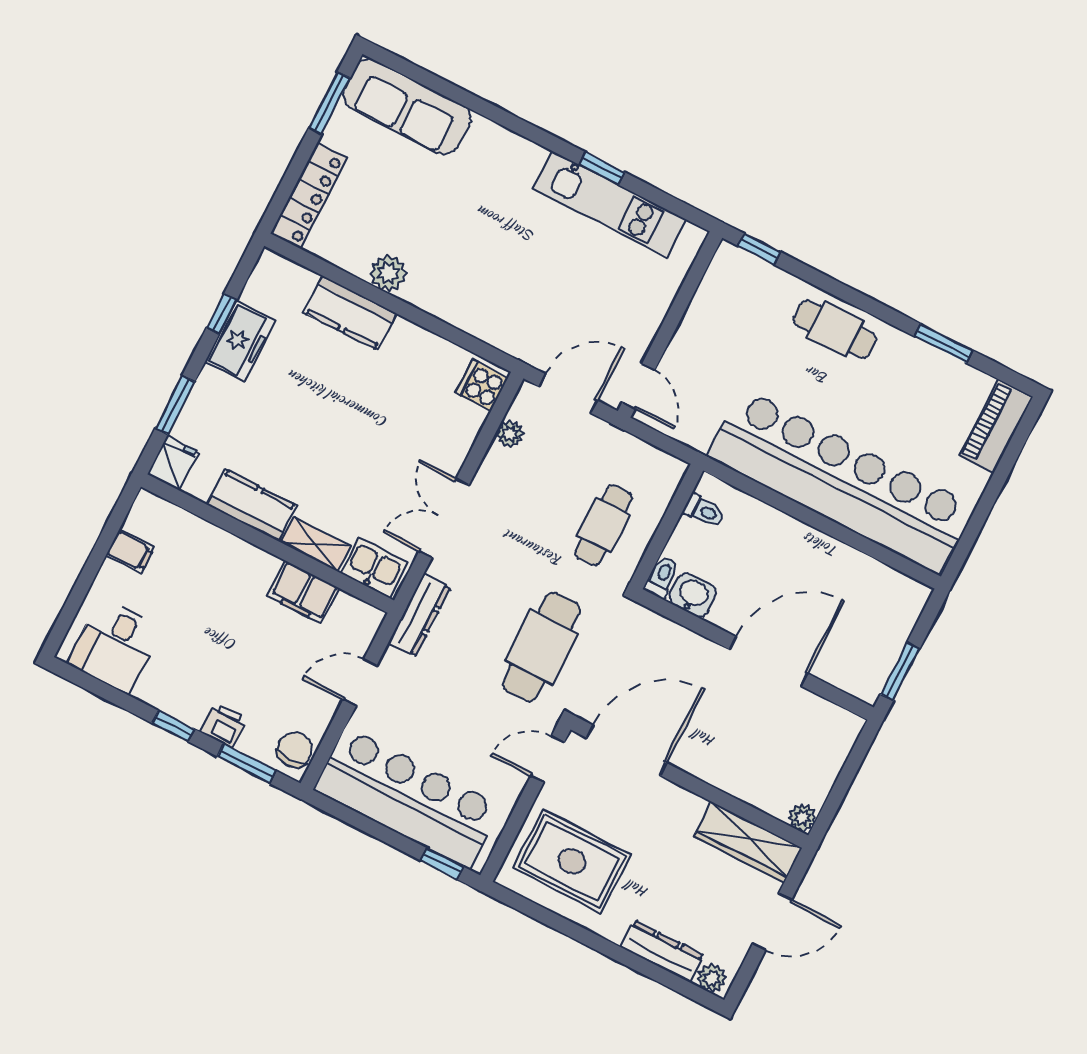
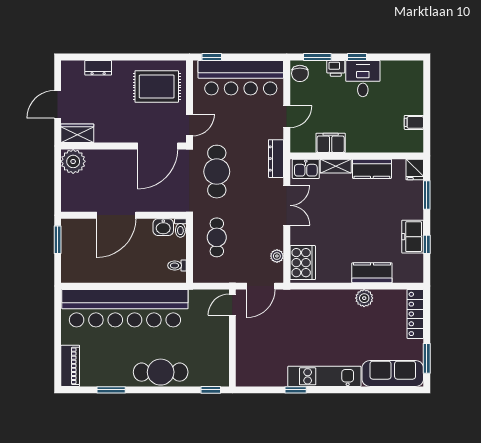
kitchen unit: (610, 204) -> (324, 376), moved
cafe table: (835, 329) -> (161, 372), width x1.37, depth x1.35
cooker: (482, 385) -> (303, 263), width x1.87, depth x1.31
door: (638, 386) -> (232, 305), hinge flipped
desk: (115, 646) -> (363, 79), moved
plant: (803, 817) -> (73, 161), width x1.88, depth x1.88
wardrobe: (748, 842) -> (77, 133), width x0.67
dresser: (662, 951) -> (98, 68), width x0.70
plant: (712, 978) -> (71, 67), removed

